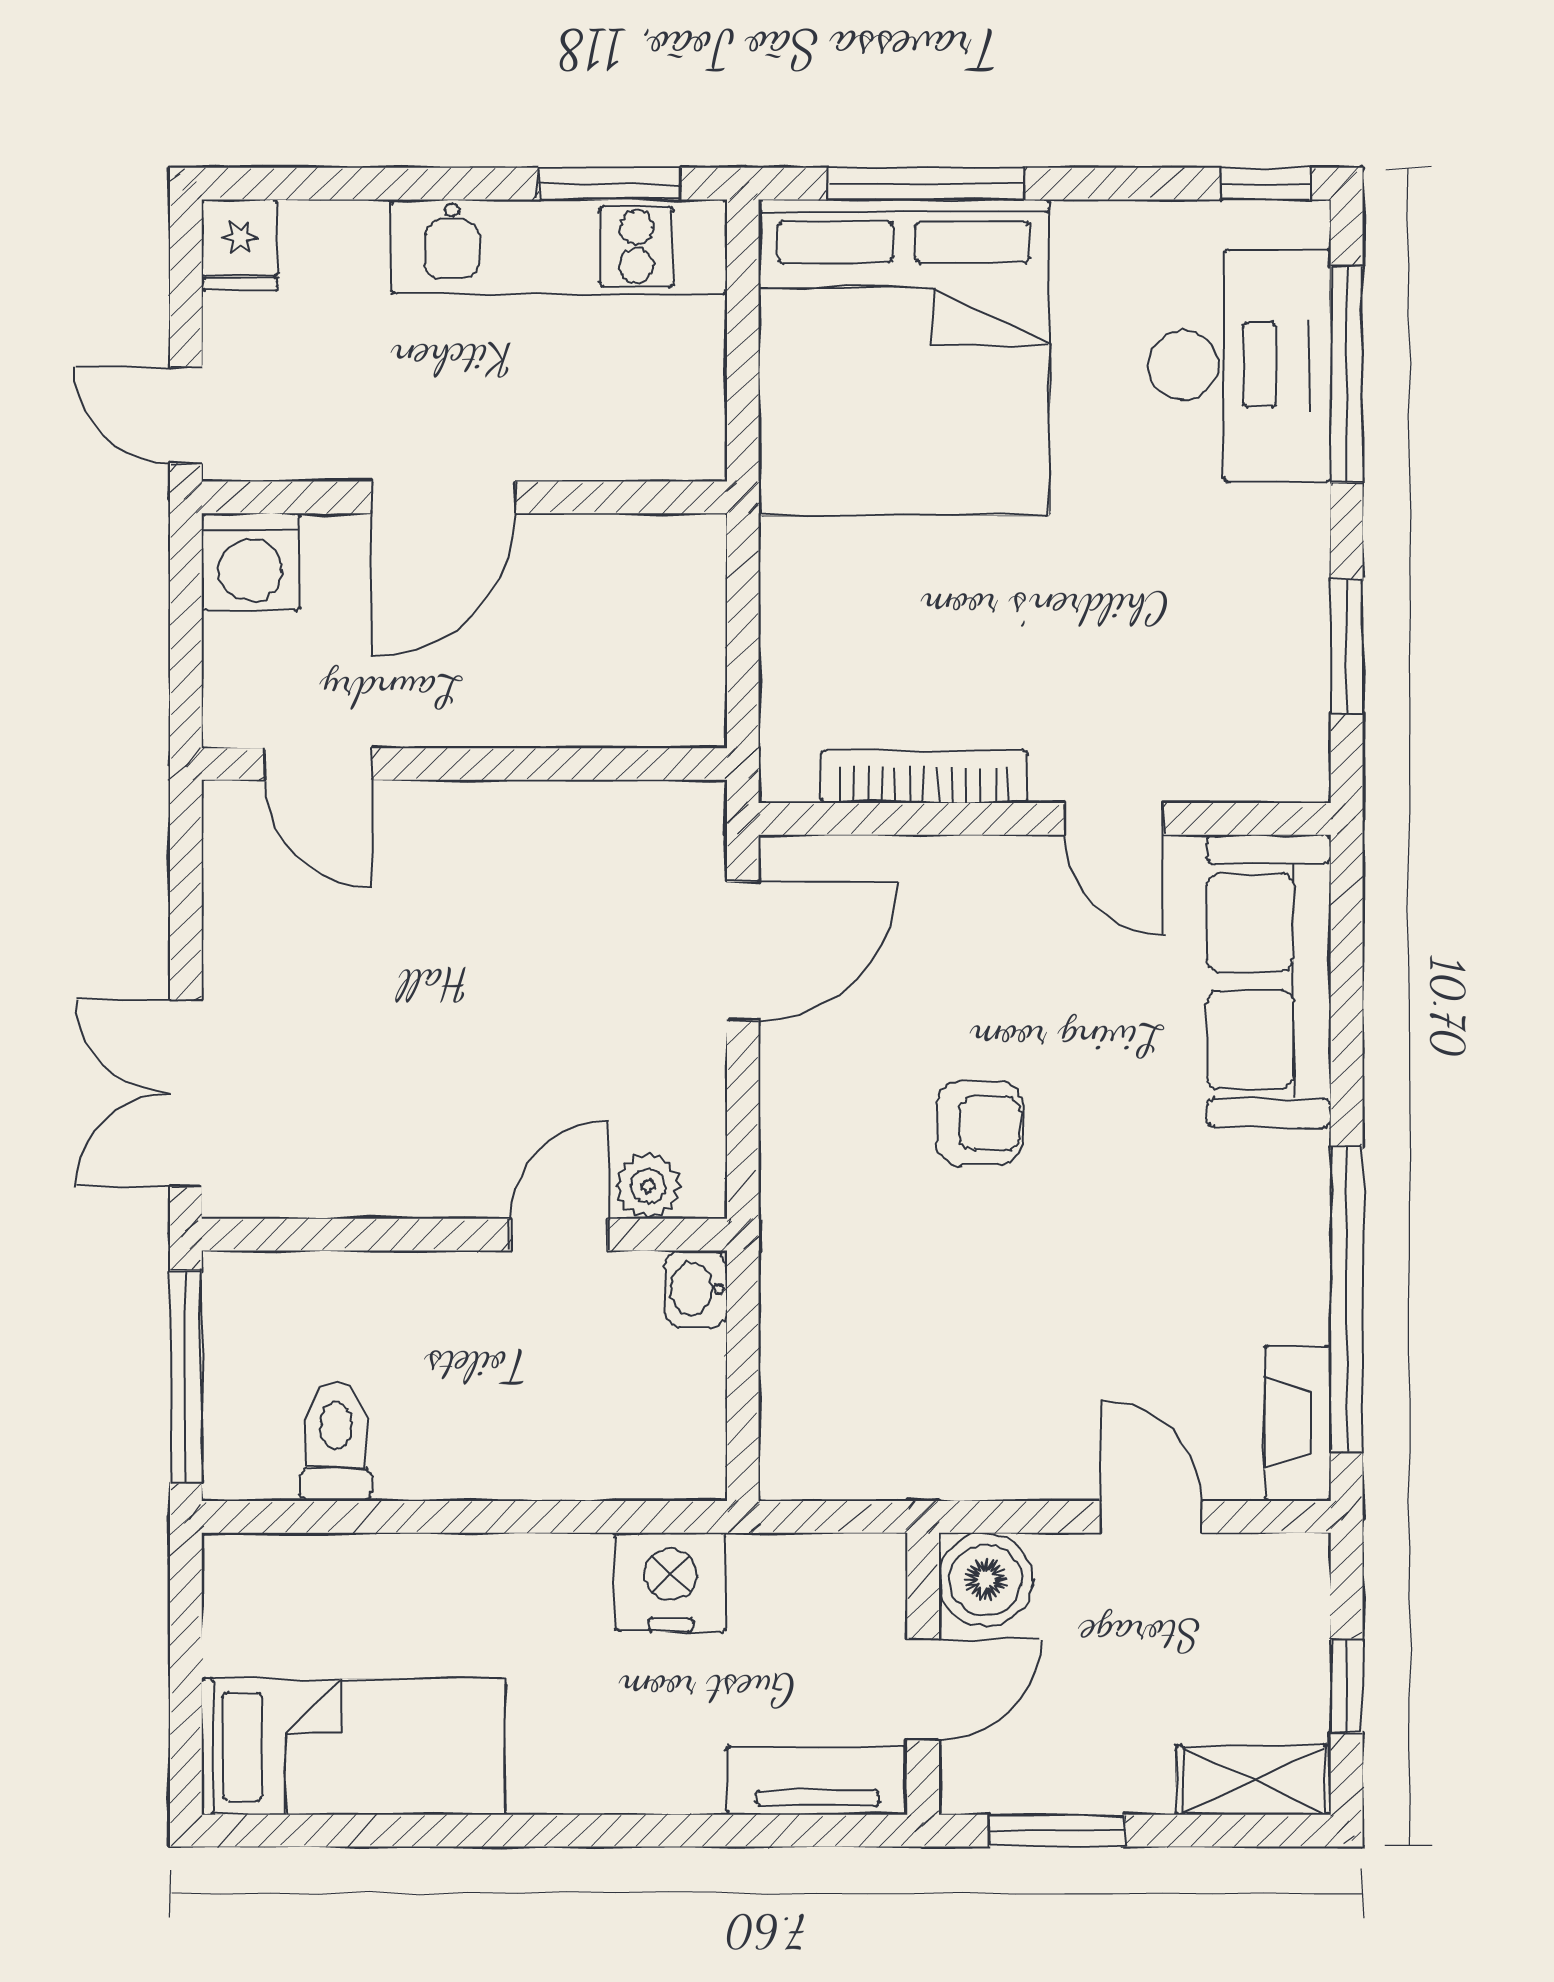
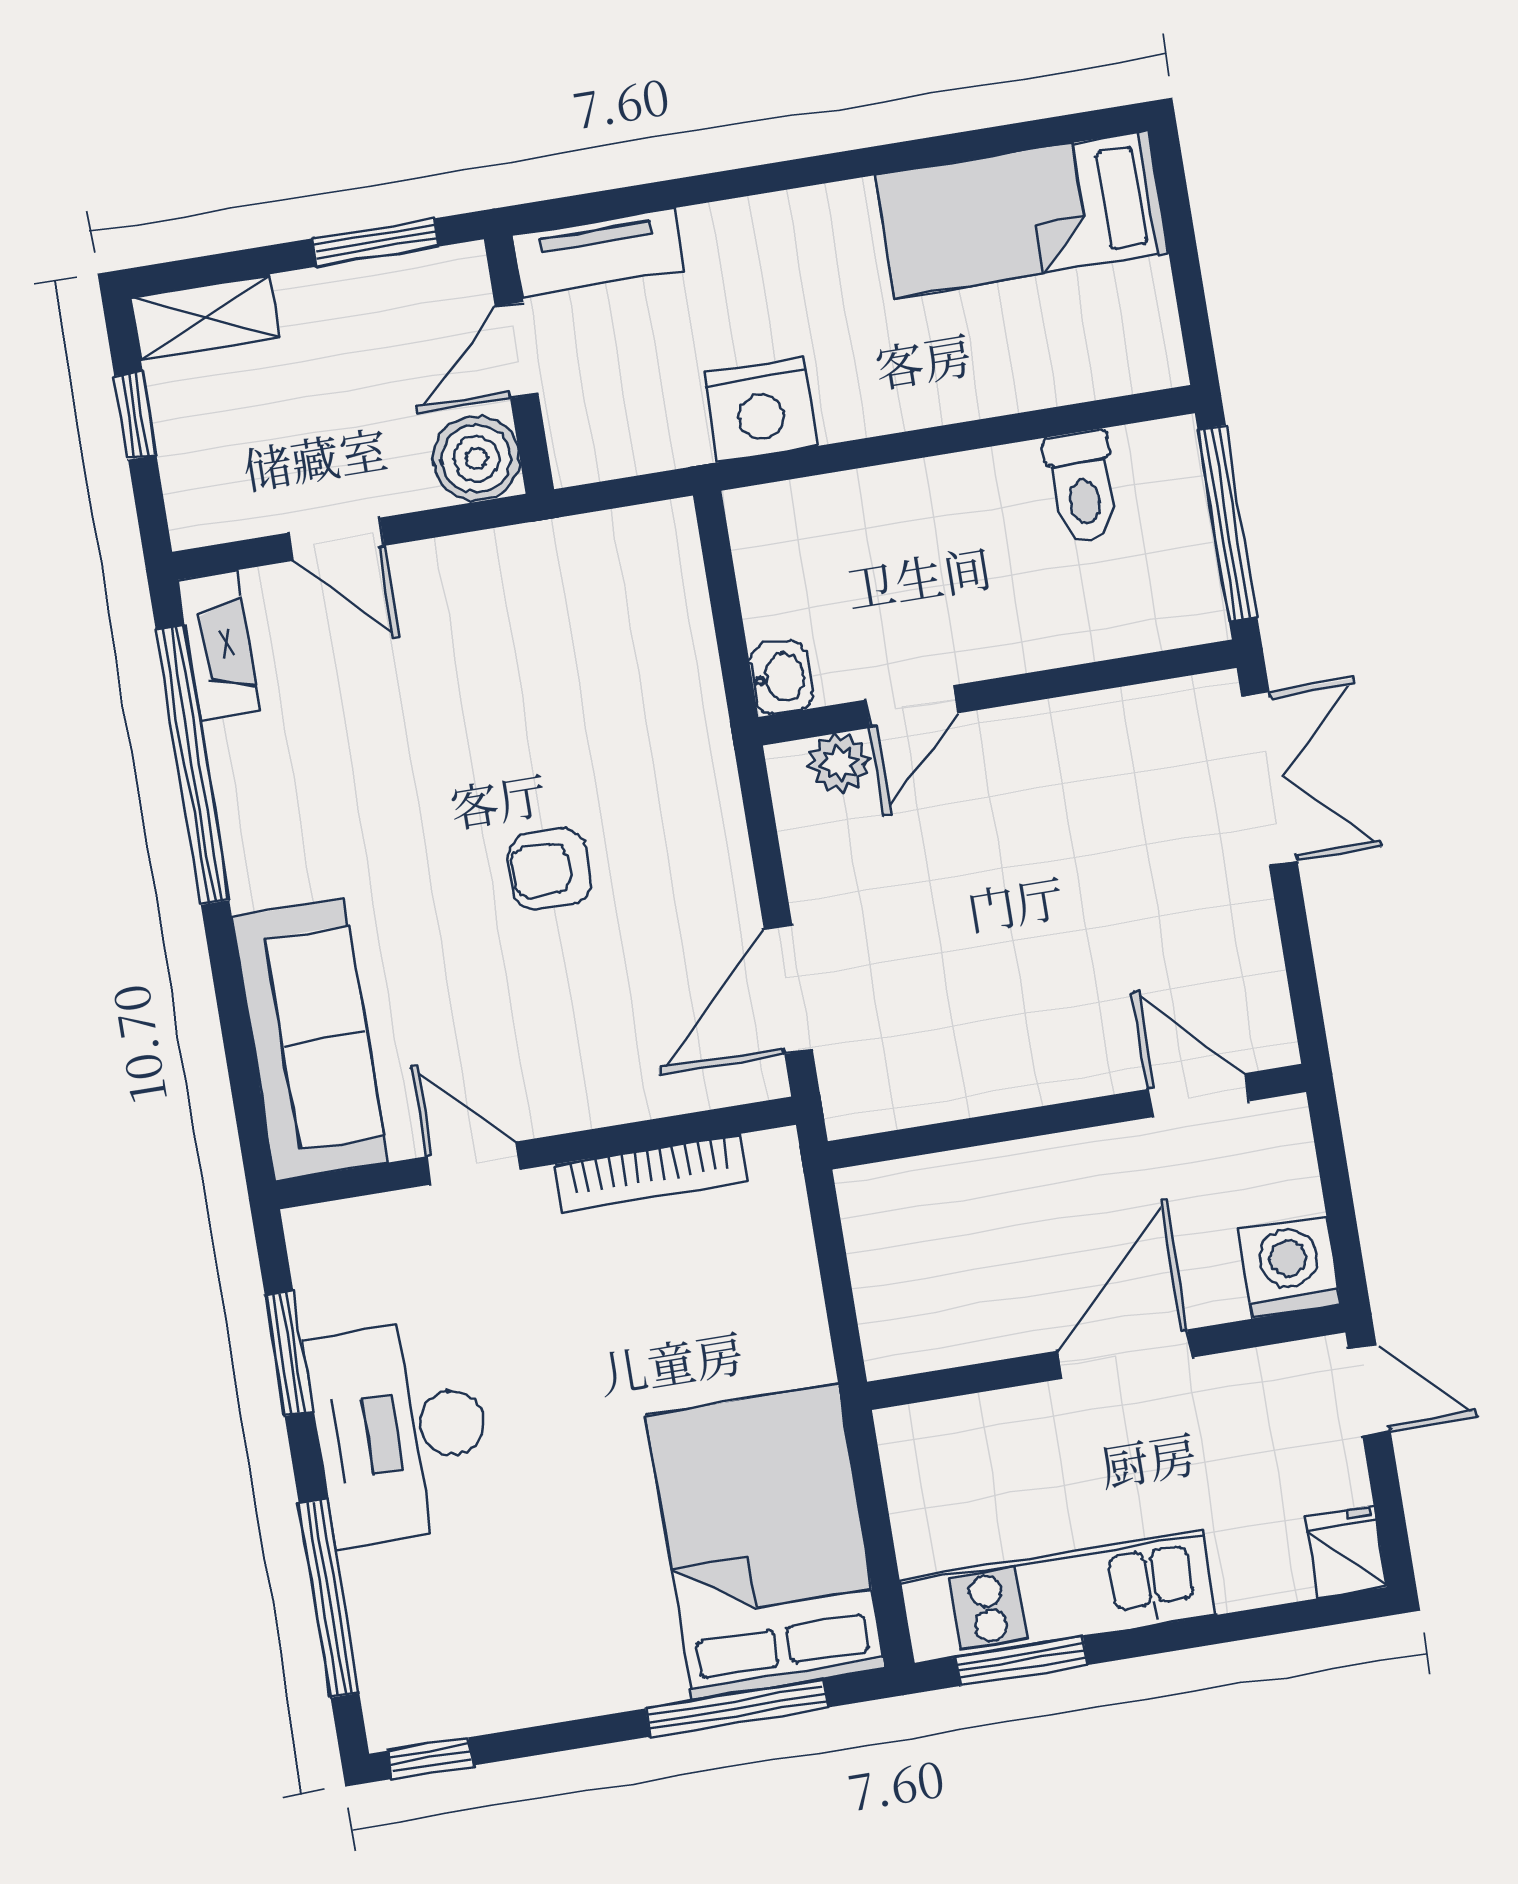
bed: (904, 357) -> (766, 1542), width x0.73
desk: (1239, 365) -> (401, 1431), moved

